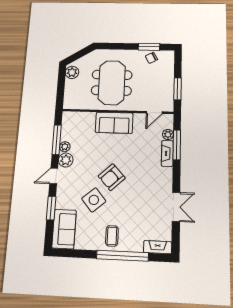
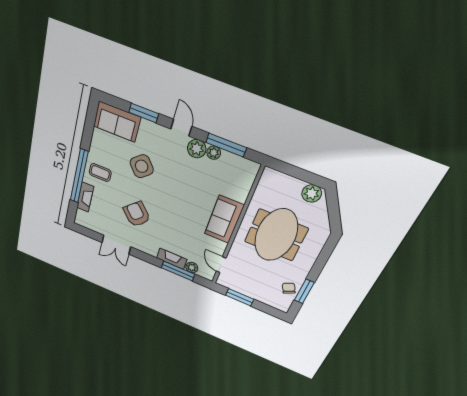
meeting table: (112, 83) -> (276, 235), turned 90
armchair: (112, 177) -> (137, 214), moved
fireplace: (158, 247) -> (85, 197), moved

